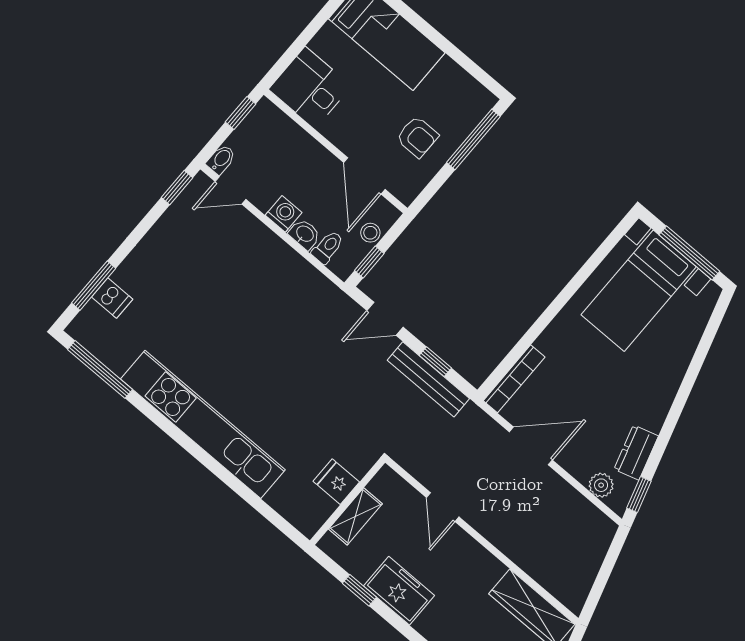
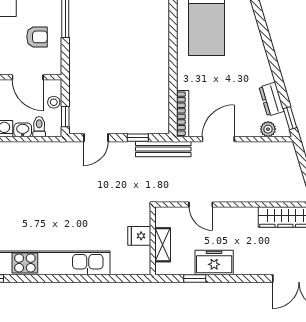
bench: (428, 379) -> (163, 149), moved

